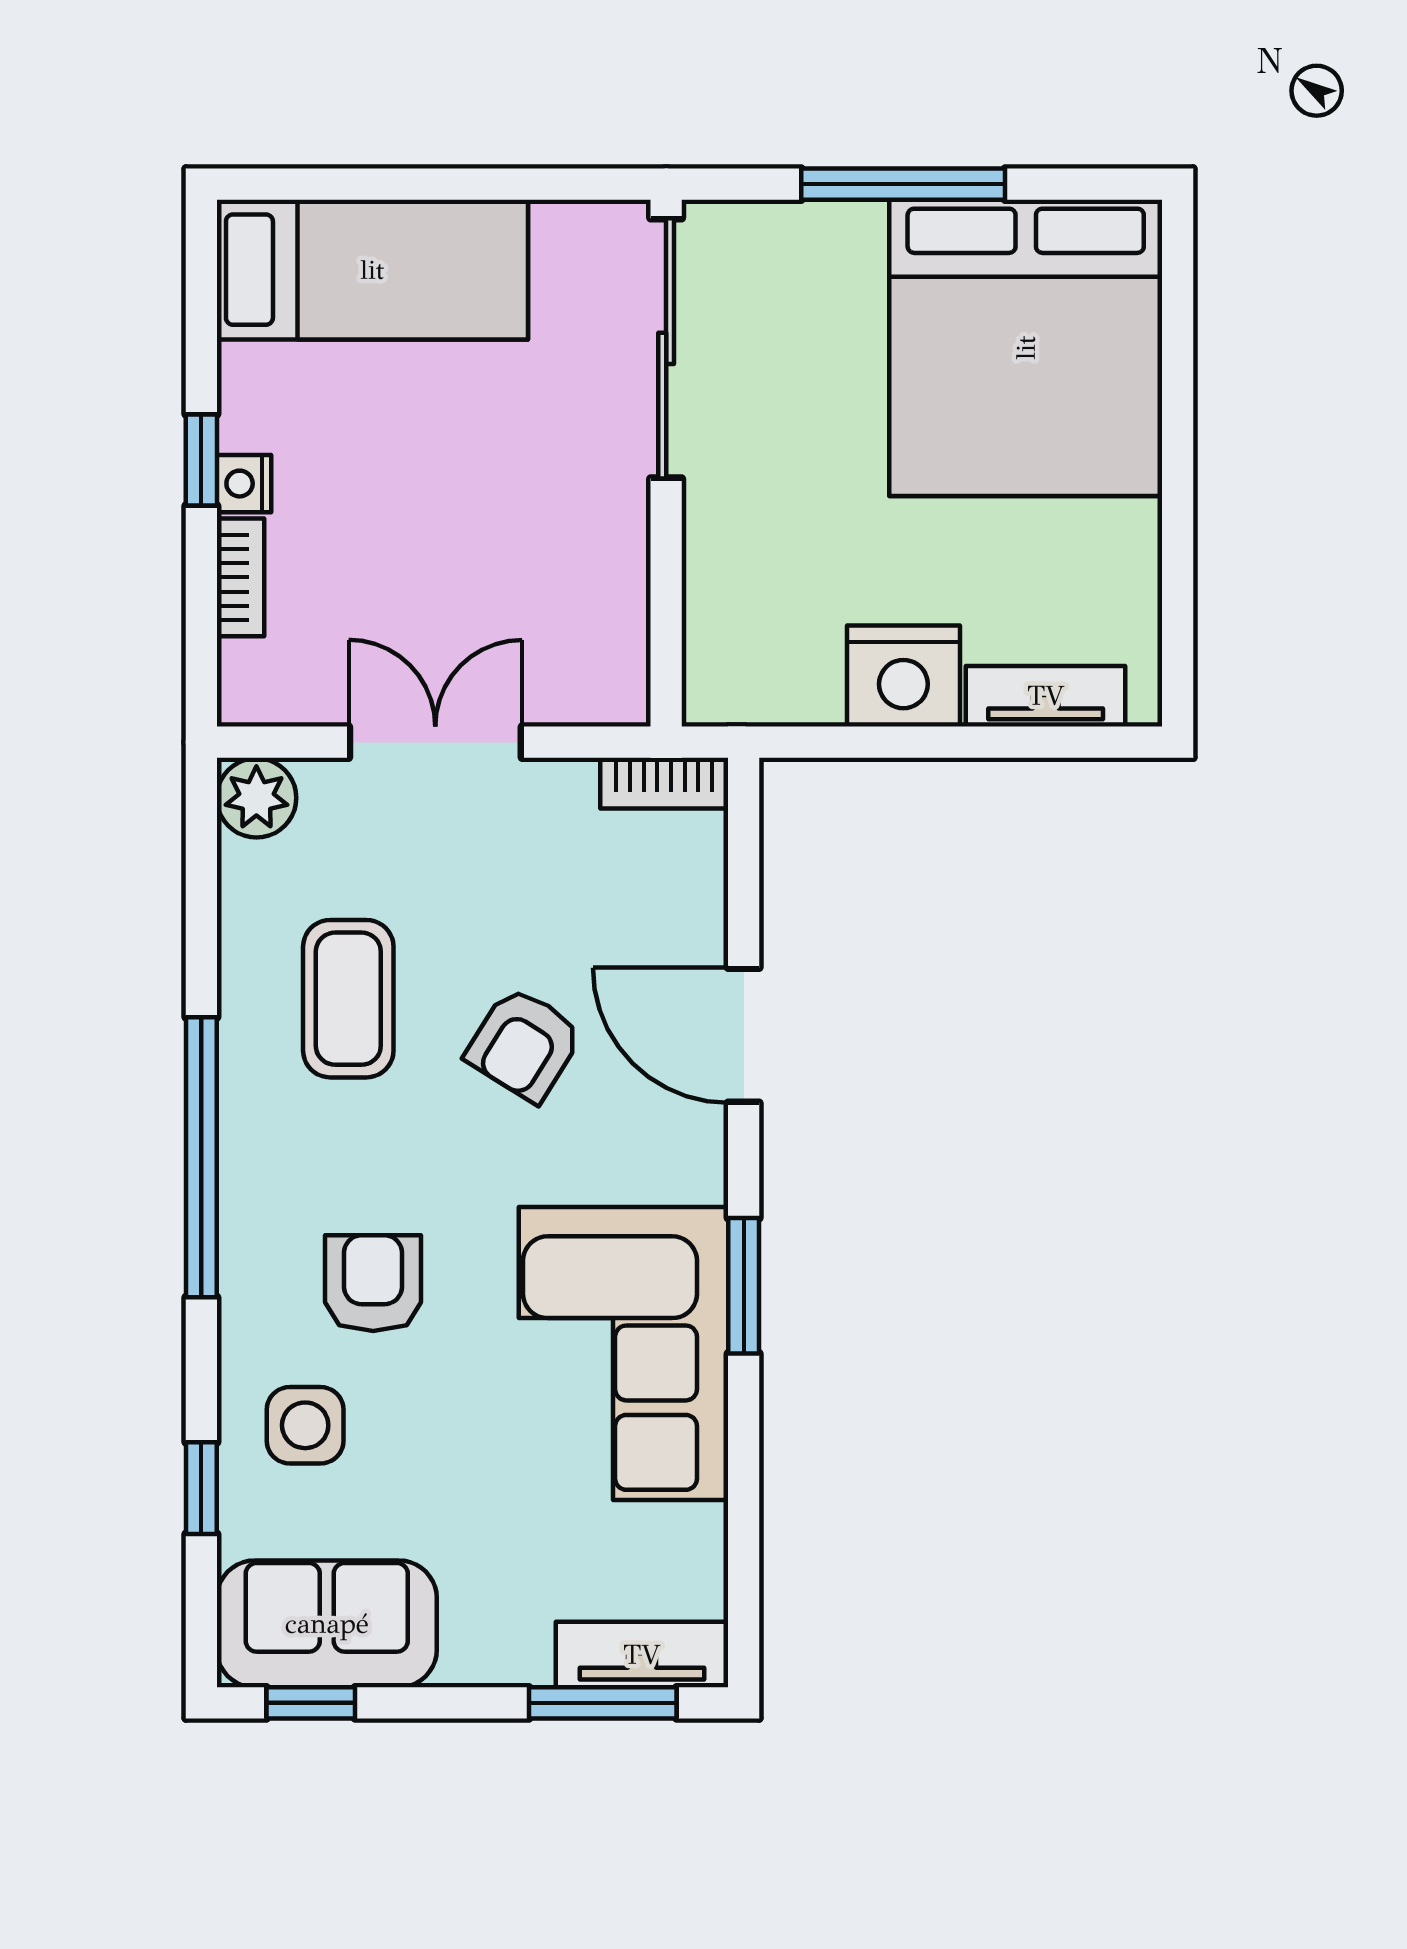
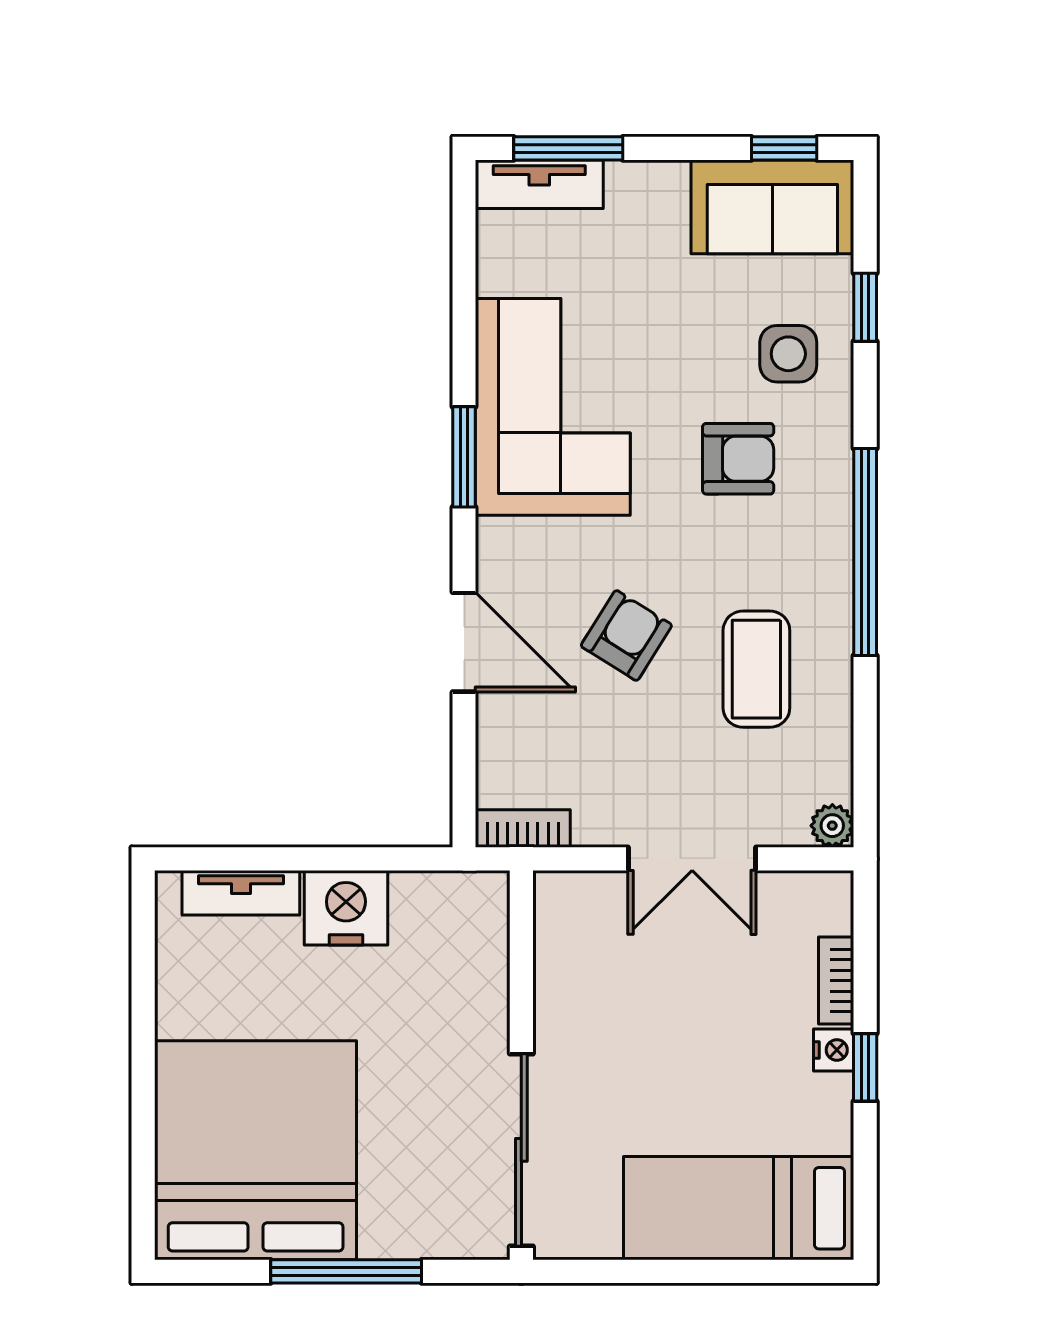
plant: (256, 798) -> (832, 826), width x0.73, depth x0.73
armchair: (373, 1283) -> (738, 459), turned -90

